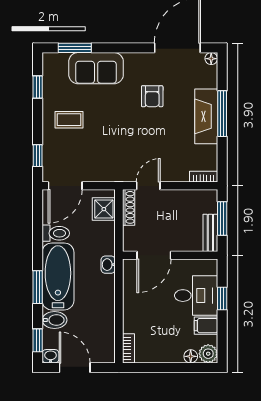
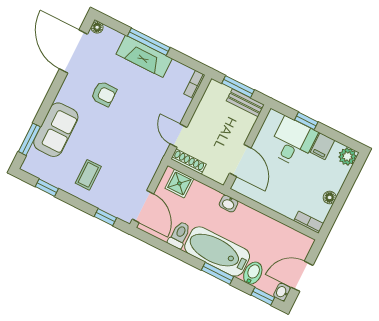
floor lamp: (191, 356) -> (330, 197), moved

